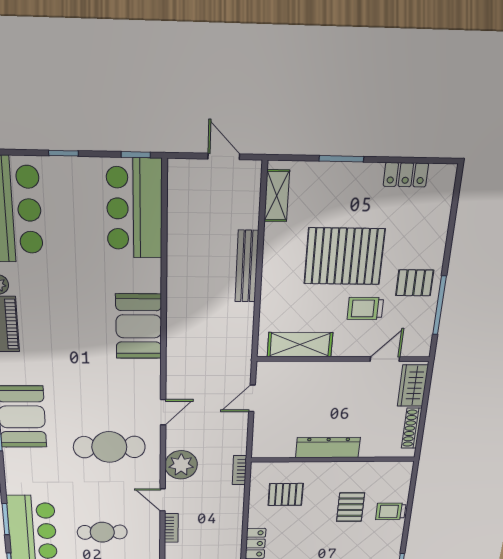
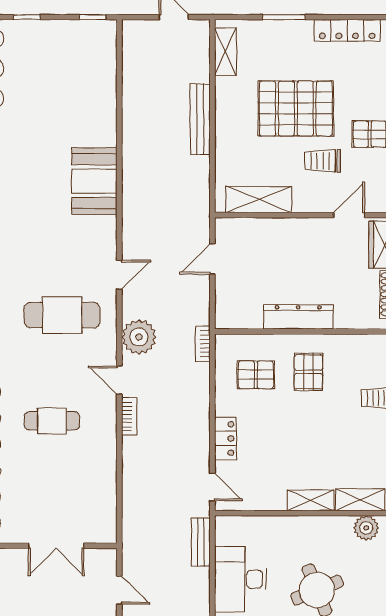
locker: (406, 175) -> (347, 30), width x1.53
bar counter: (135, 209) -> (91, 66), removed
pallet: (350, 507) -> (308, 372), moved

